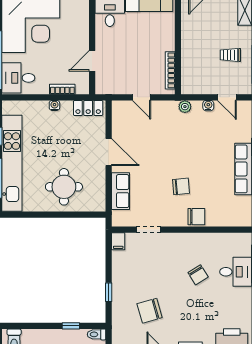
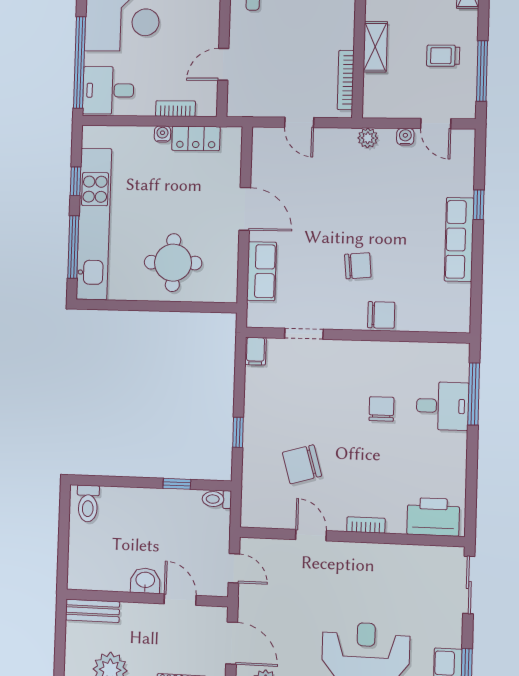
shelving: (188, 49) -> (375, 47), added
locker: (88, 108) -> (196, 138), moved
chair: (198, 275) -> (381, 409), turned -148

